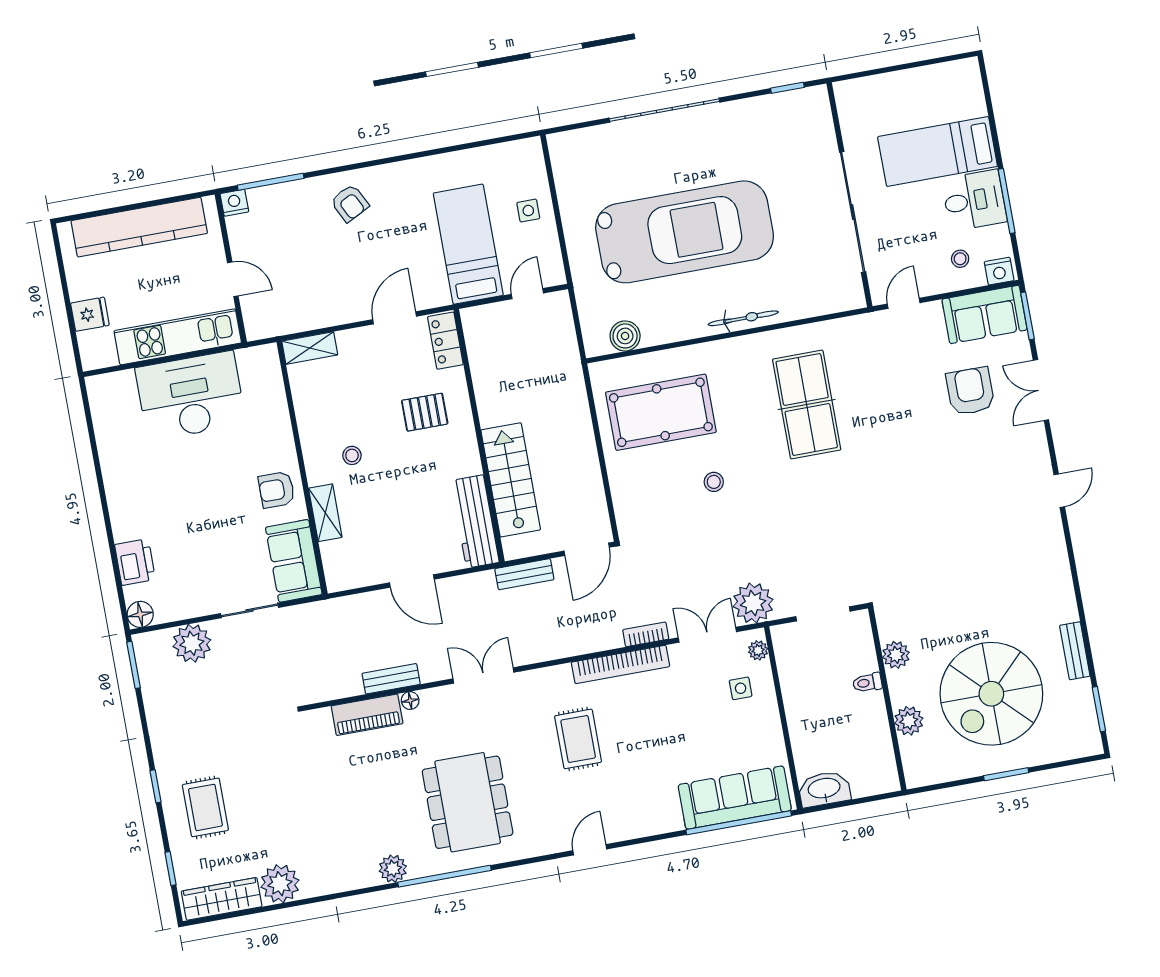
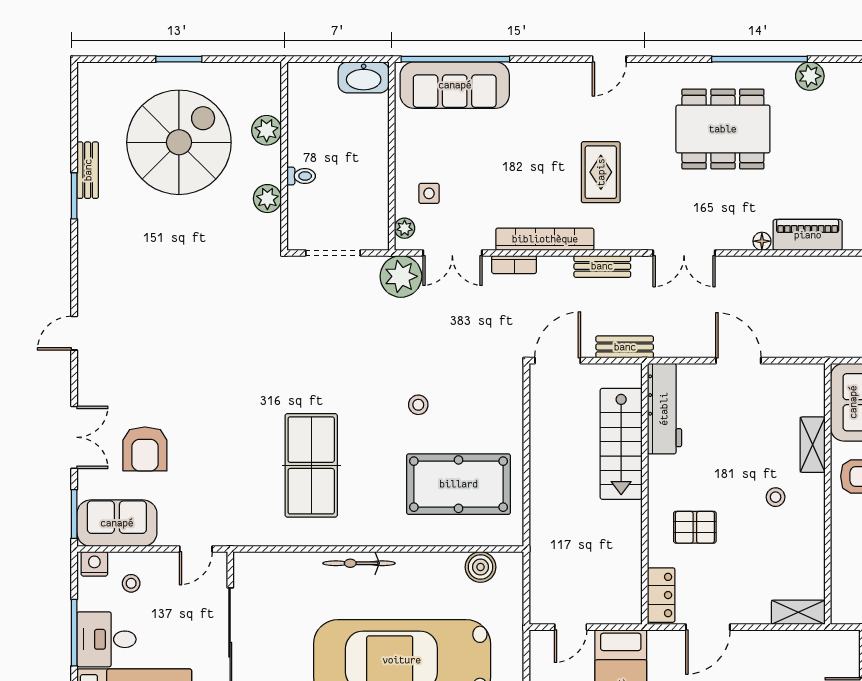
bench: (391, 679) -> (602, 266), moved
window: (1099, 709) -> (74, 196), moved
dining table: (468, 802) -> (723, 129), turned 90

